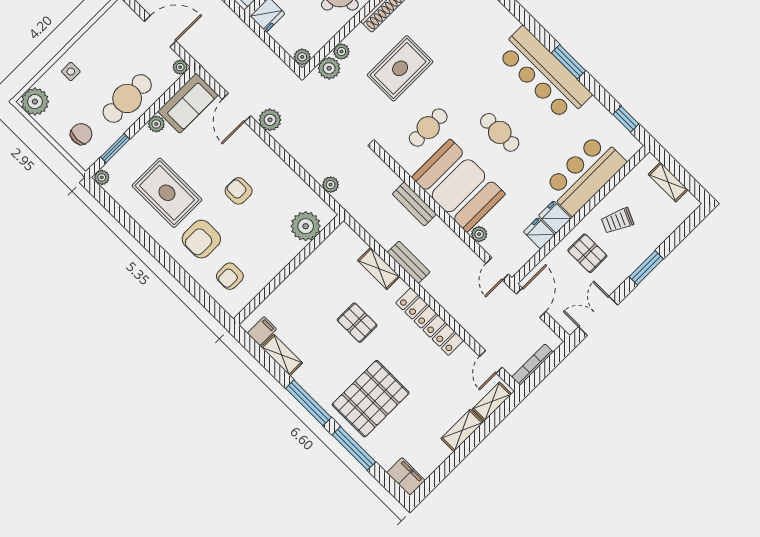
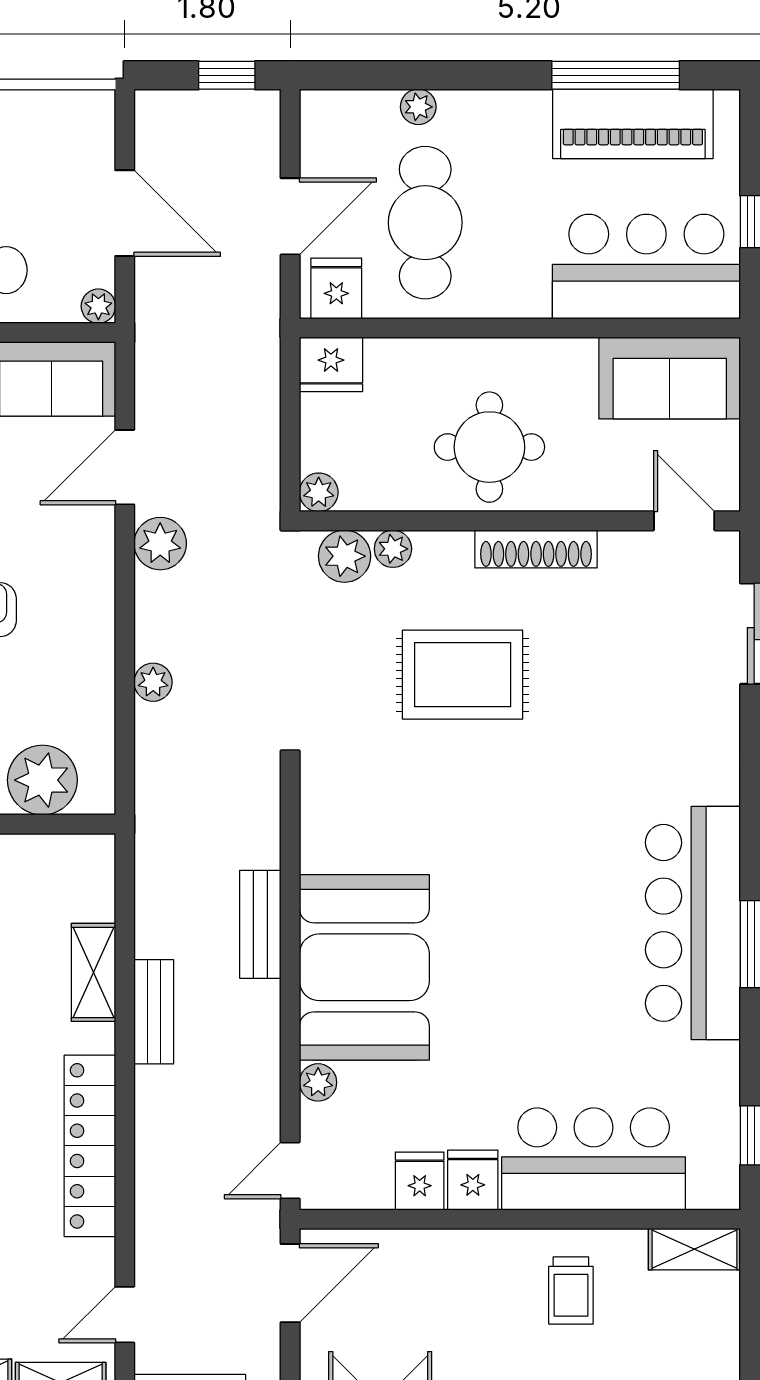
cafe table: (428, 128) -> (411, 820), removed
cafe table: (500, 132) -> (522, 947), removed
shelving: (668, 182) -> (694, 1249), moved, turned 90
plant: (331, 185) -> (153, 682), moved
trolley: (617, 221) -> (571, 1291), turned -114
pallet: (587, 253) -> (467, 1294), removed

